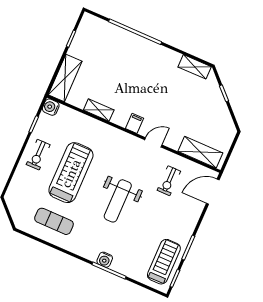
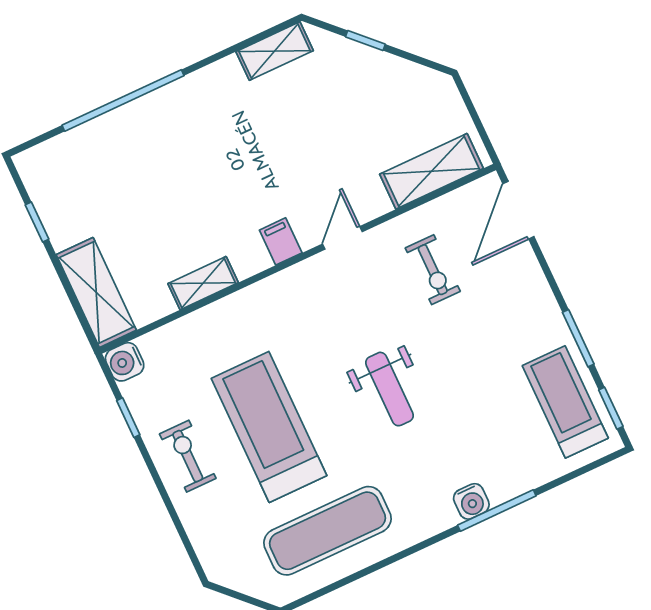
exercise bike: (38, 155) -> (188, 456), turned 180
weight bench: (118, 201) -> (390, 389), width x0.73, depth x0.75
exercise mat: (54, 221) -> (327, 531), width x1.36, depth x1.45

